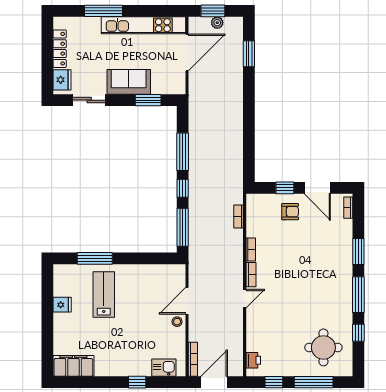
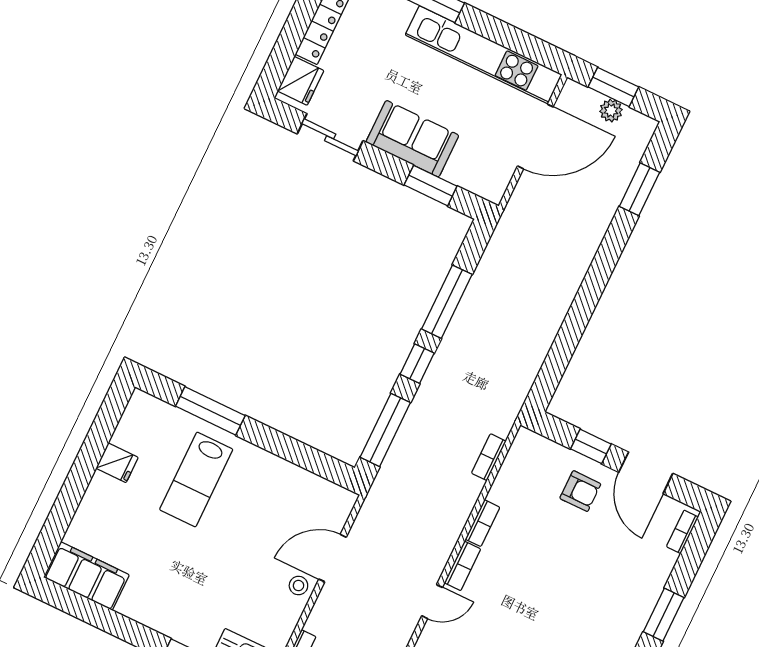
lab bench: (104, 294) -> (196, 479), turned 180

